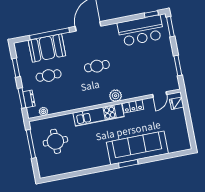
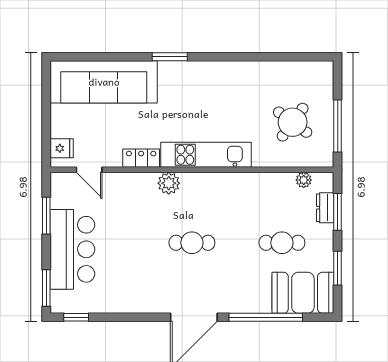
bar counter: (141, 31) -> (72, 249), moved, turned 90
booth: (47, 48) -> (303, 293), moved
door: (160, 95) -> (89, 170), swing flipped
round table: (55, 141) -> (293, 122), turned 36
sofa: (137, 148) -> (104, 82), moved

